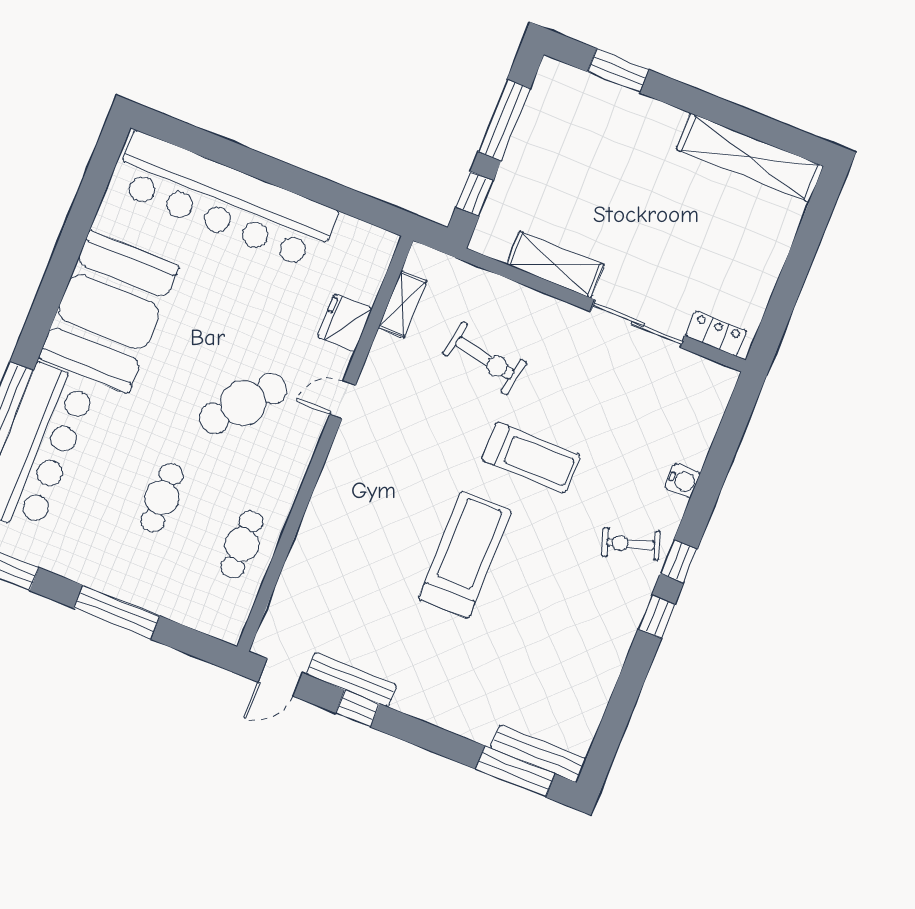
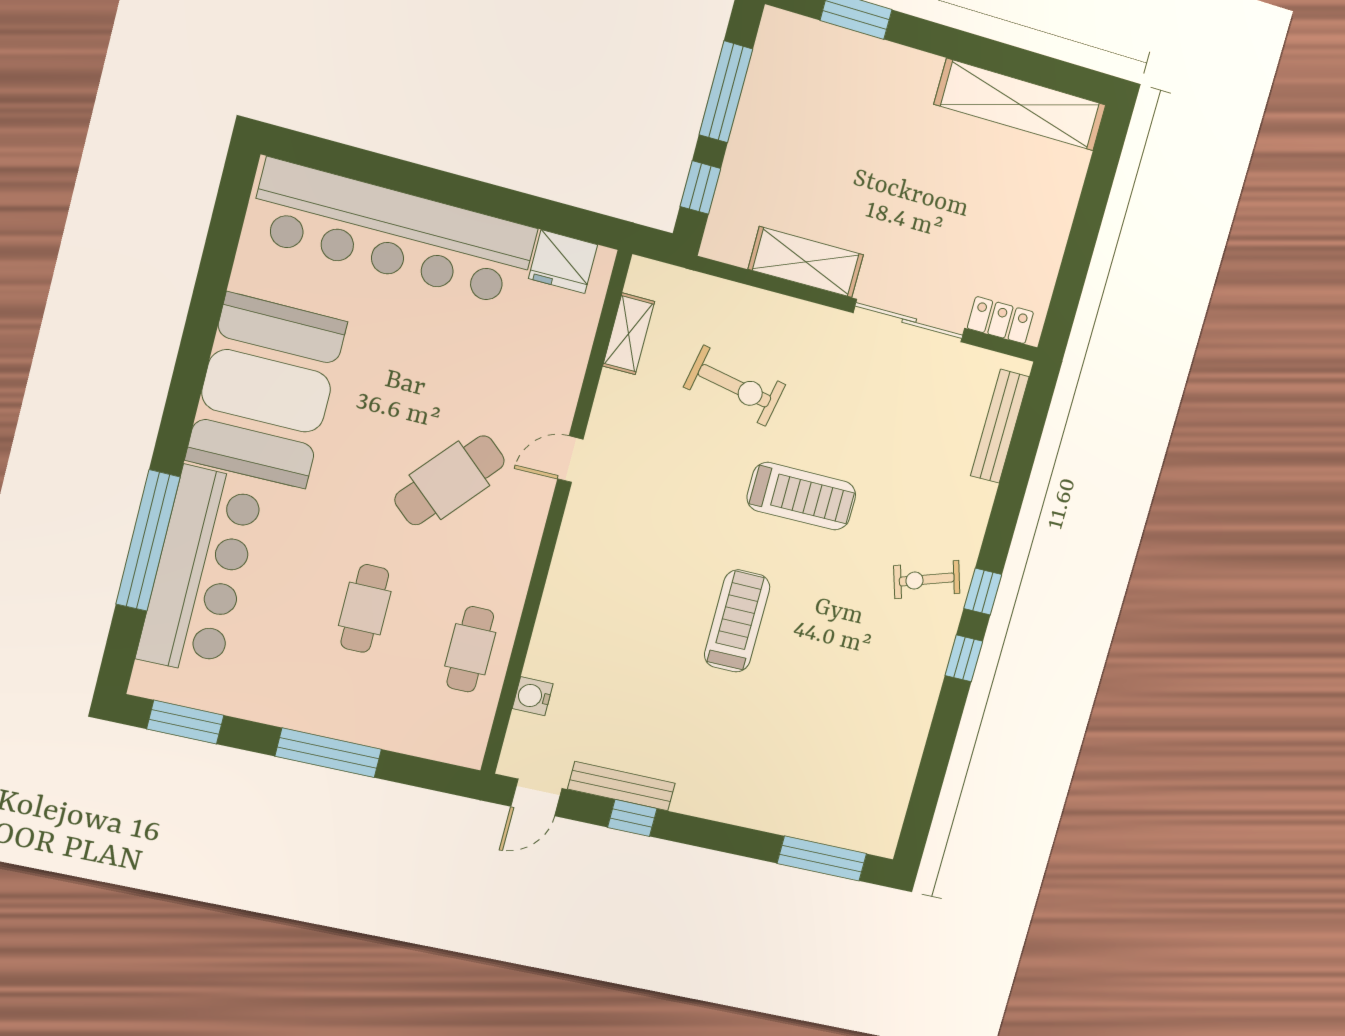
fridge: (345, 323) -> (563, 262), moved, turned -90
water cooler: (683, 481) -> (533, 696), moved, turned 180
treadmill: (465, 555) -> (737, 621), width x0.73, depth x0.73
bench: (538, 753) -> (1000, 426), moved, turned 90

